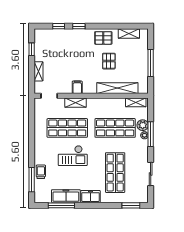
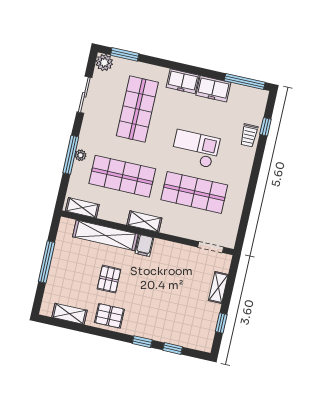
filing cabinet: (77, 87) -> (144, 245), moved
shelving: (76, 103) -> (144, 221), moved
plant: (143, 125) -> (104, 63), moved
window: (32, 180) -> (265, 127), width x0.46
freezer: (66, 196) -> (213, 89), width x0.71
window: (61, 205) -> (245, 81), moved

